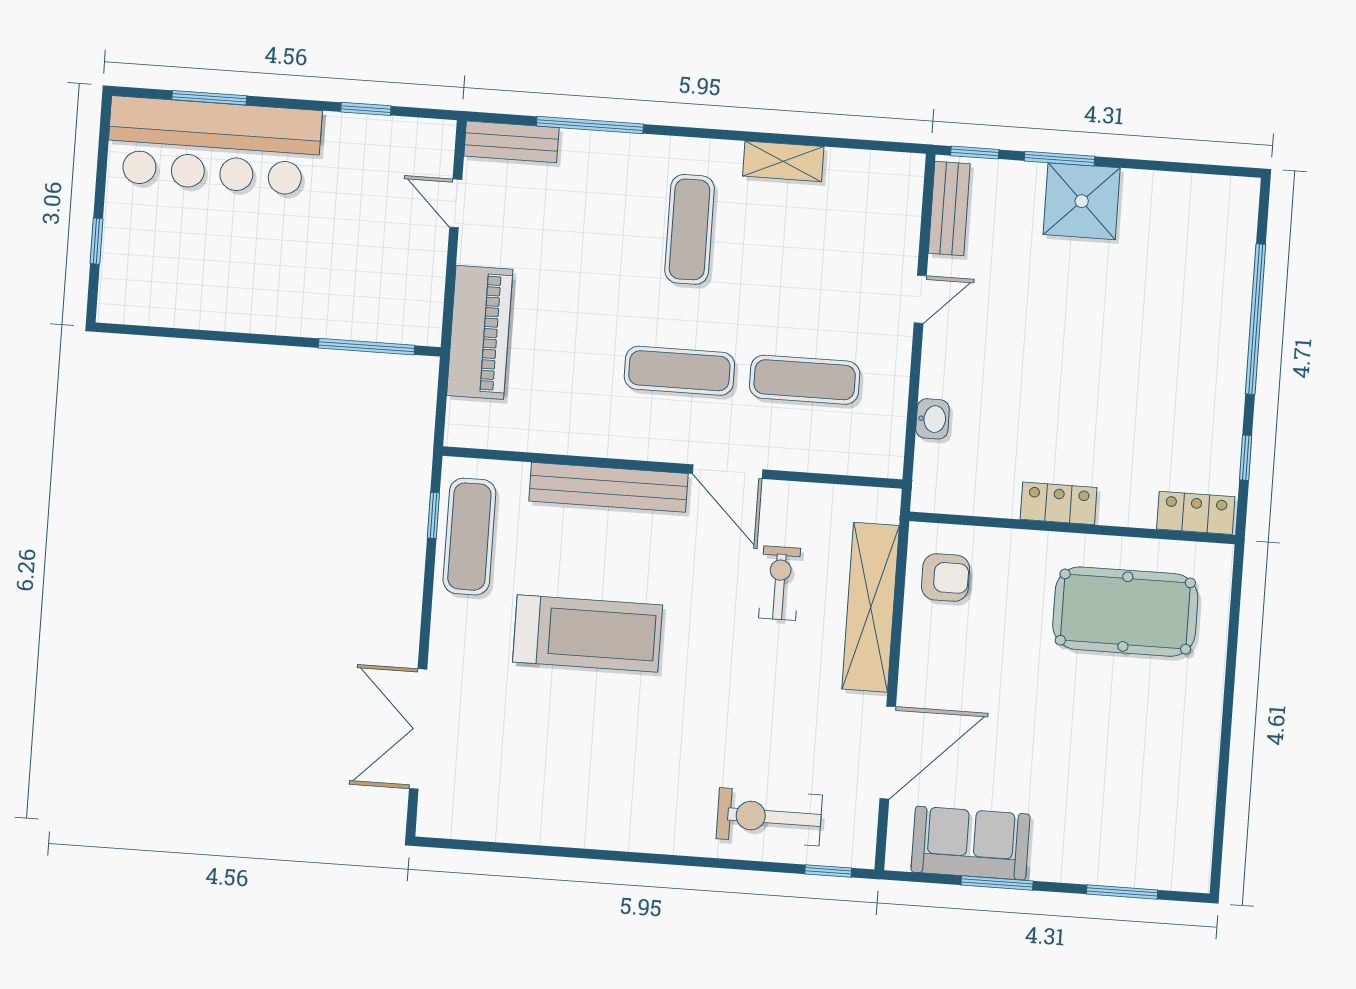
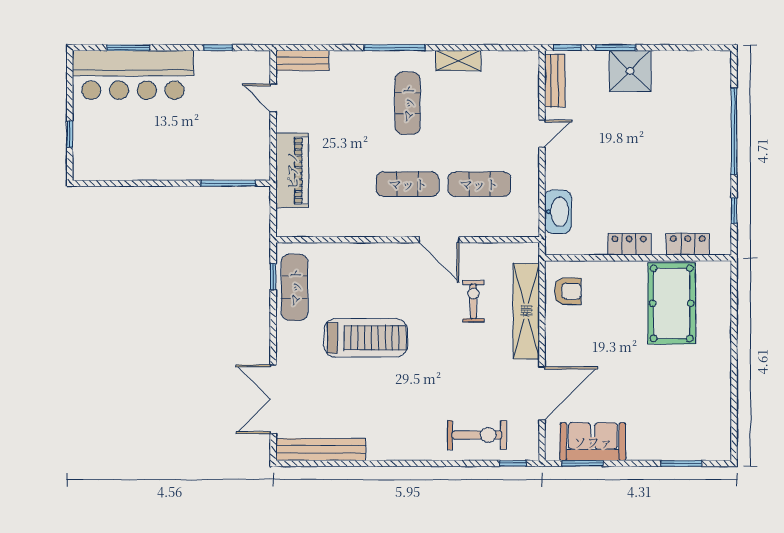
window: (590, 125) -> (395, 48), moved
washbasin: (933, 419) -> (558, 212), width x1.91, depth x1.45
bench: (608, 487) -> (321, 450), moved
locker: (1196, 513) -> (688, 244), moved
pool table: (1125, 612) -> (672, 303), turned 90
exercise bike: (769, 817) -> (477, 435), turned 180
window: (997, 883) -> (582, 463), moved

